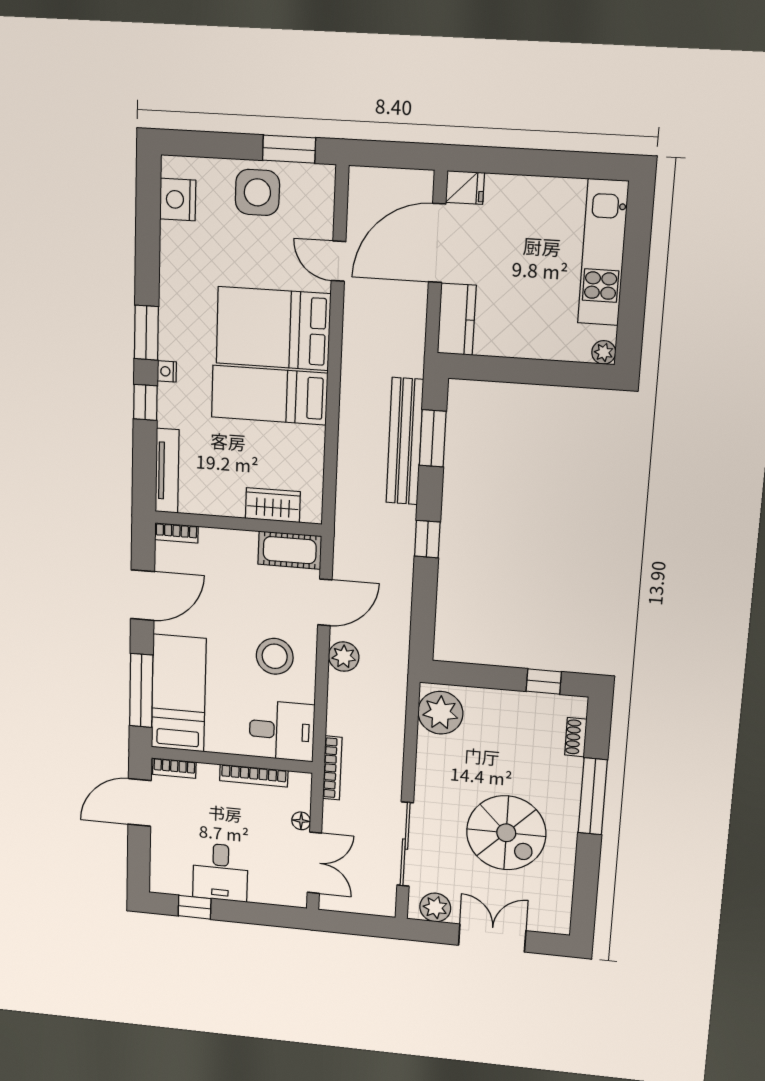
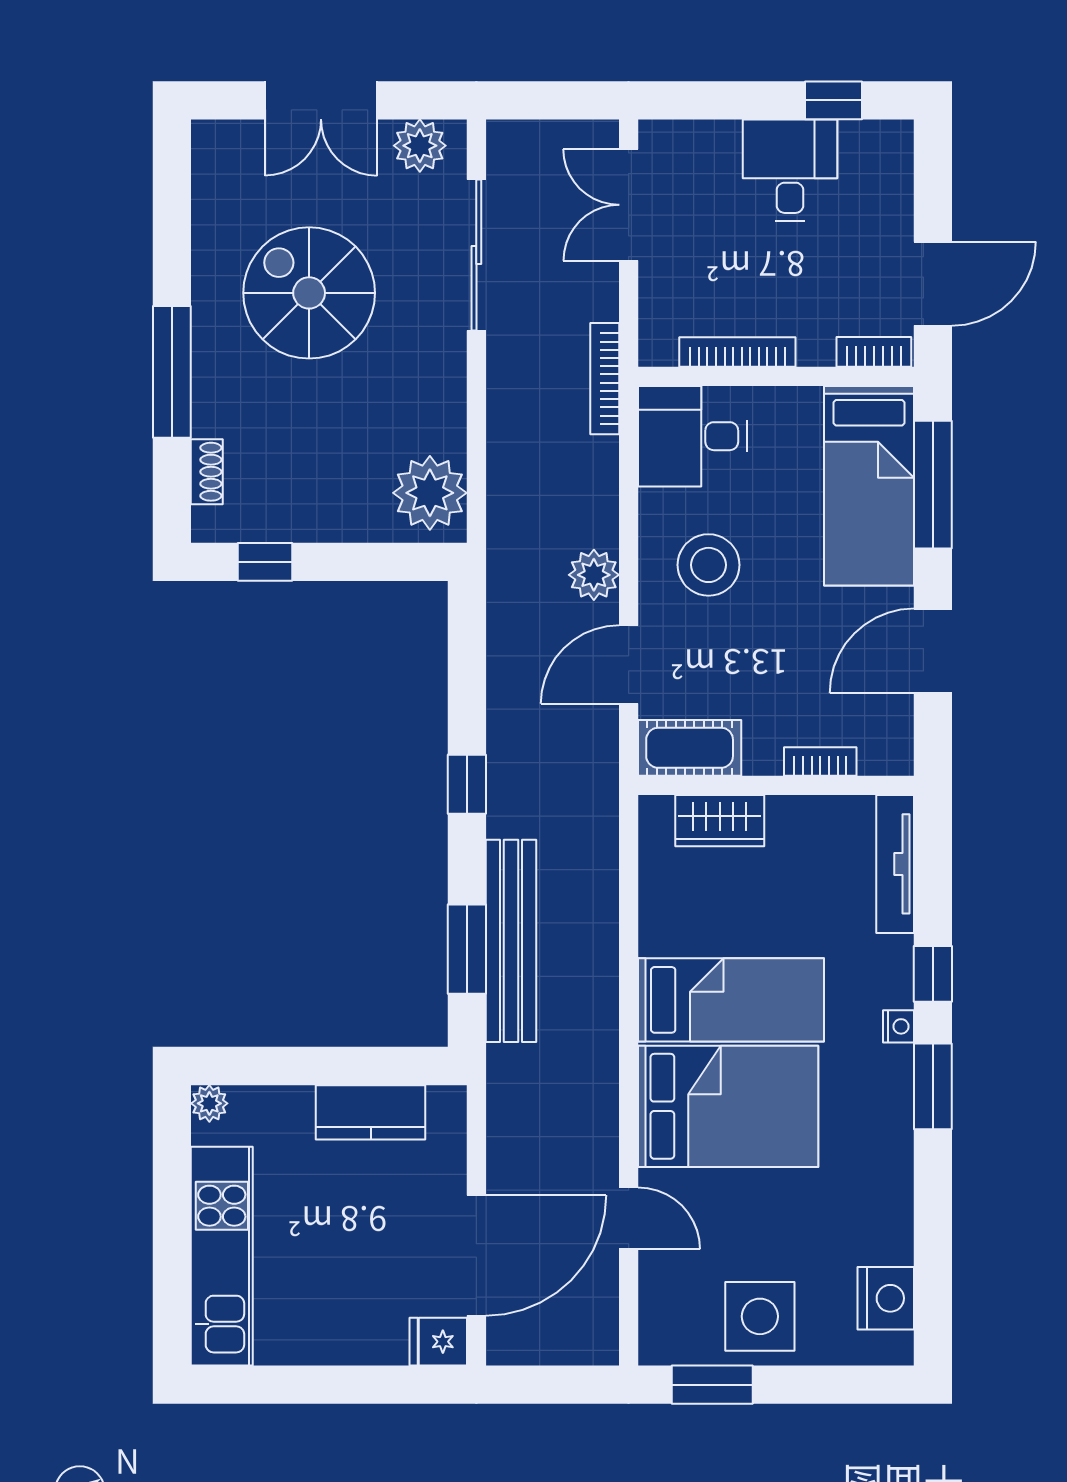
kitchen counter: (457, 319) -> (371, 1112), moved, turned -90
bookcase: (176, 533) -> (820, 761), moved
floor lamp: (301, 821) -> (654, 279), removed

